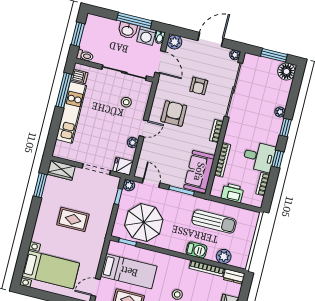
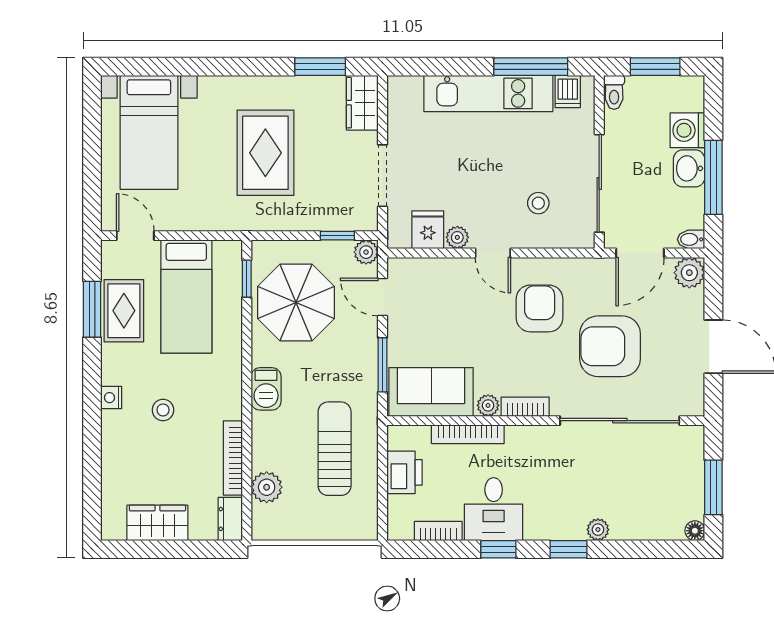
washing machine: (146, 36) -> (687, 130), moved
plant: (235, 55) -> (488, 405), moved
floor lamp: (286, 71) -> (695, 531), width x0.53, depth x0.53
armchair: (199, 86) -> (610, 346), width x1.88, depth x1.88
armchair: (174, 113) -> (540, 308), turned -90
fridge: (123, 166) -> (428, 230), moved
door: (151, 183) -> (382, 297), swing flipped
rug: (73, 219) -> (265, 153), width x1.36, depth x1.43
sun lounger: (214, 222) -> (335, 449), turned 180
barbecue: (197, 250) -> (266, 389), moved

